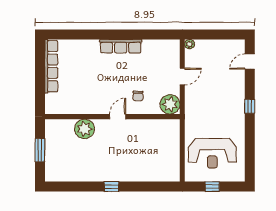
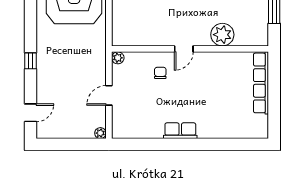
row of seats: (121, 46) -> (180, 131), width x0.68
row of seats: (51, 66) -> (261, 83), moved
plant: (170, 104) -> (118, 58), width x0.53, depth x0.53

